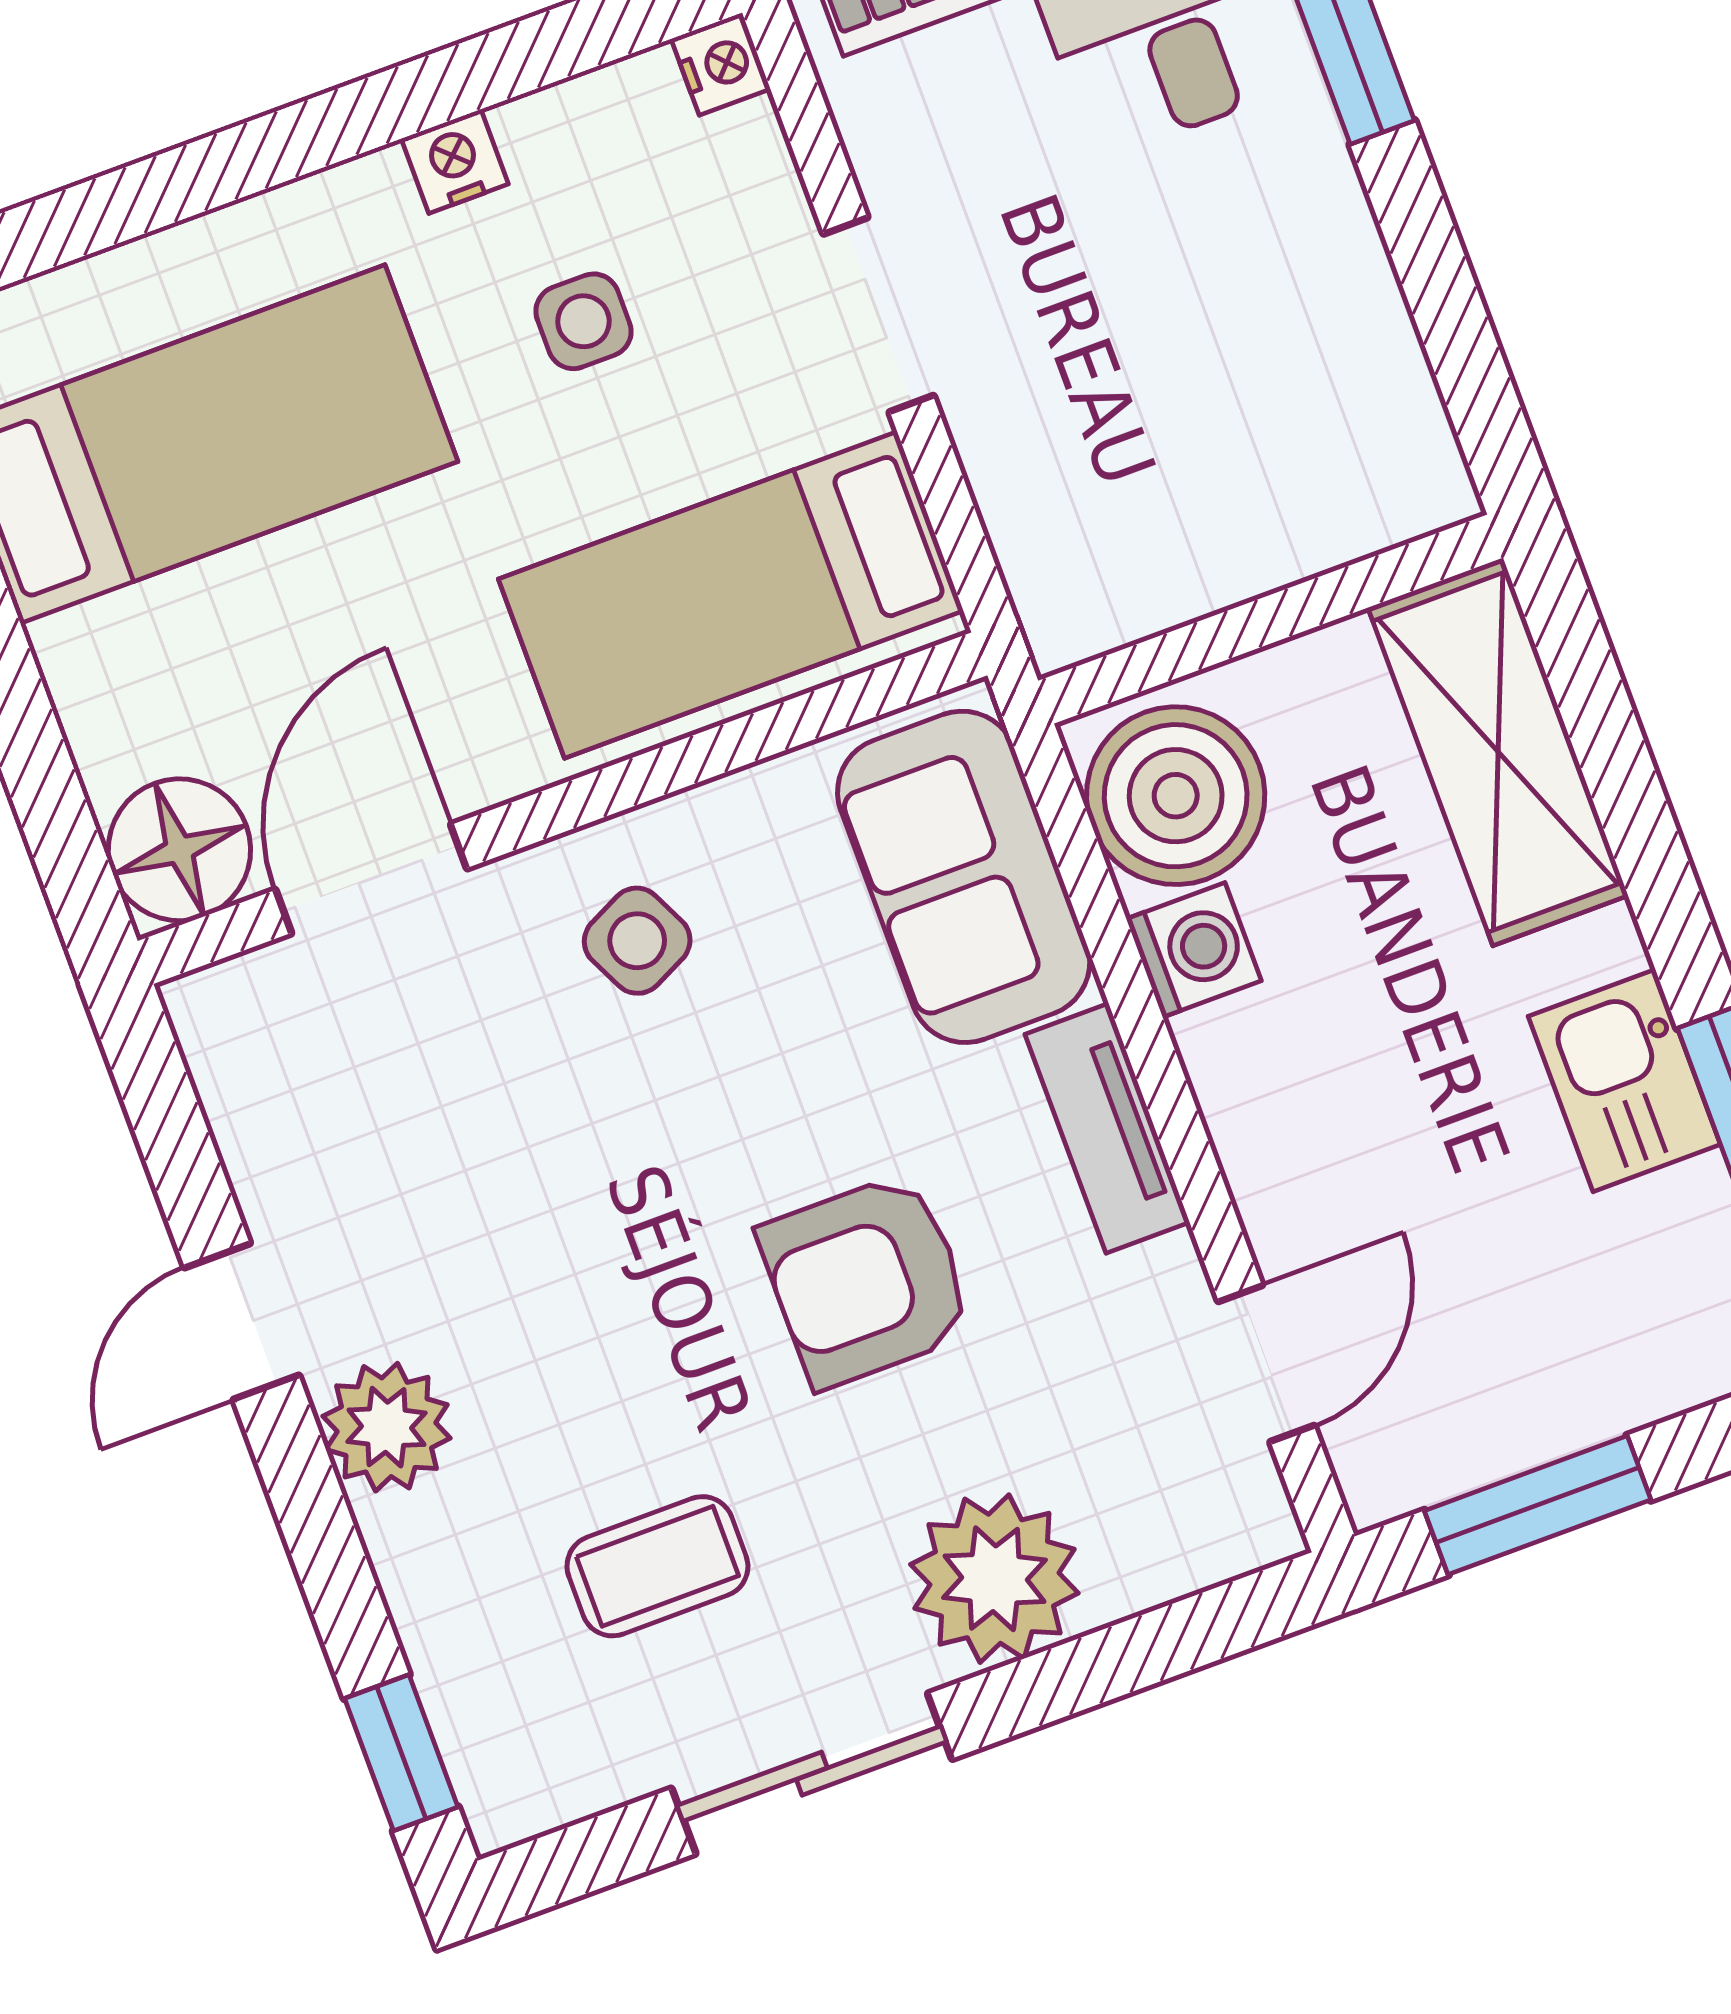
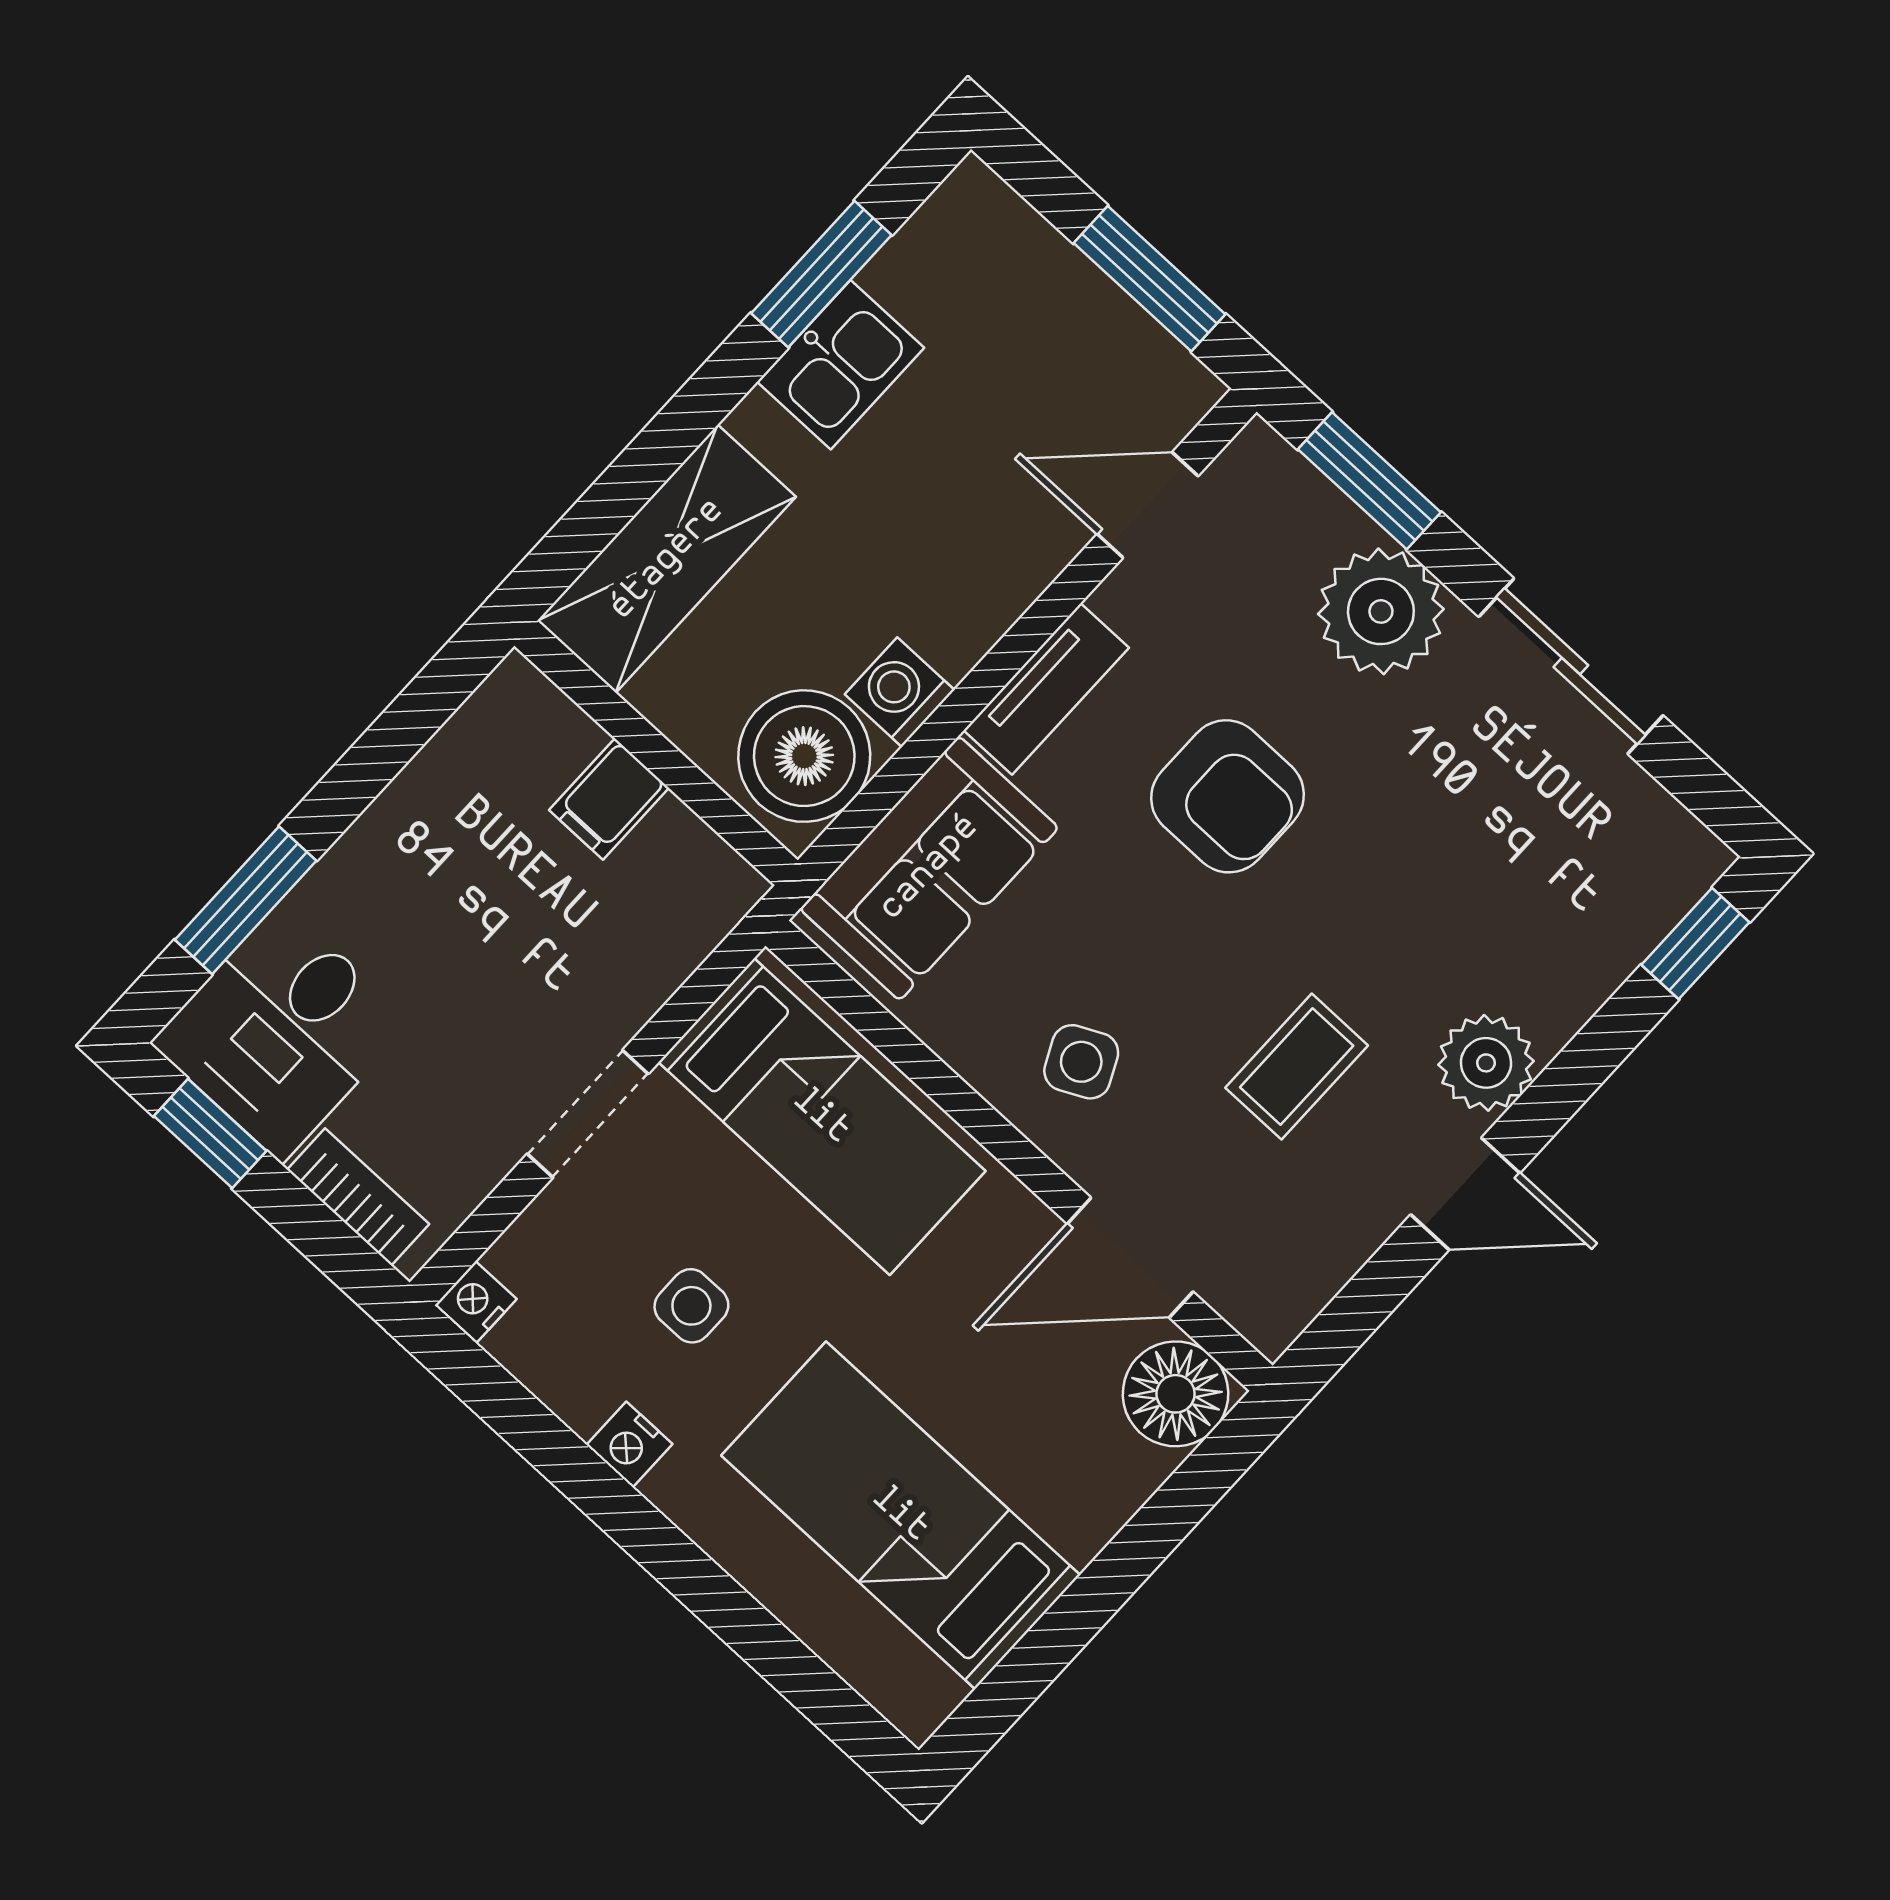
filing cabinet: (1244, 534) -> (609, 799), added
coffee table: (657, 1566) -> (1297, 1067), moved, turned 90
window: (1159, 1645) -> (1369, 481), added

